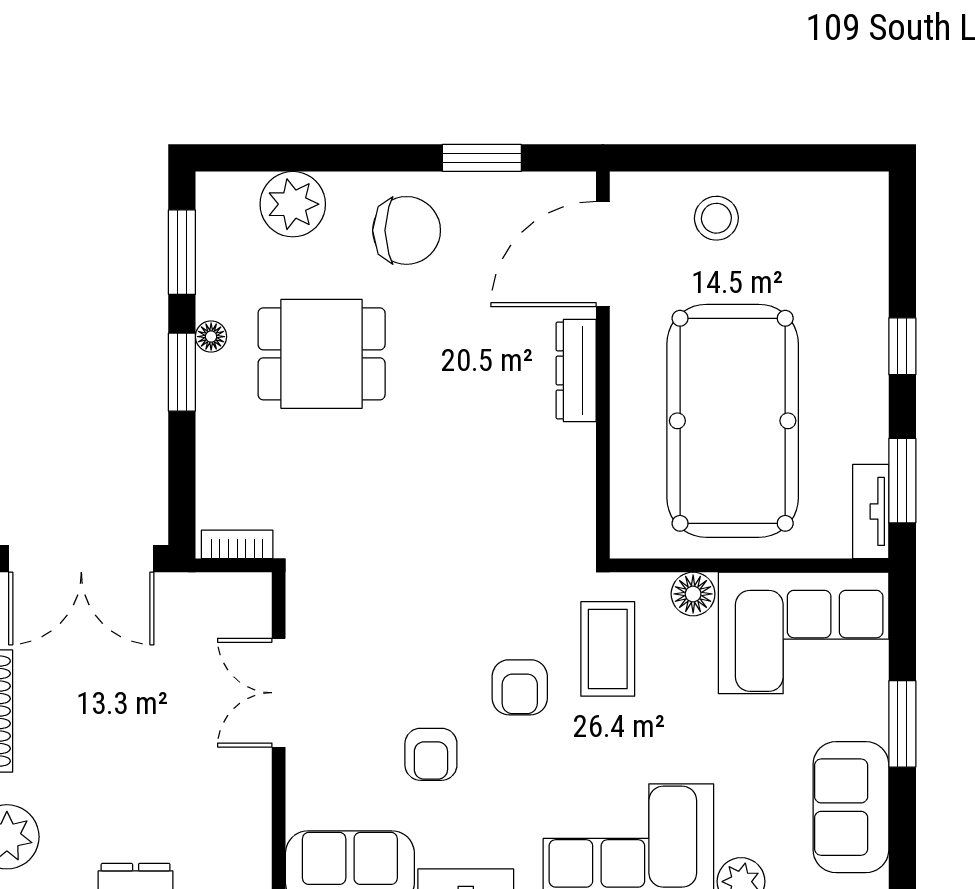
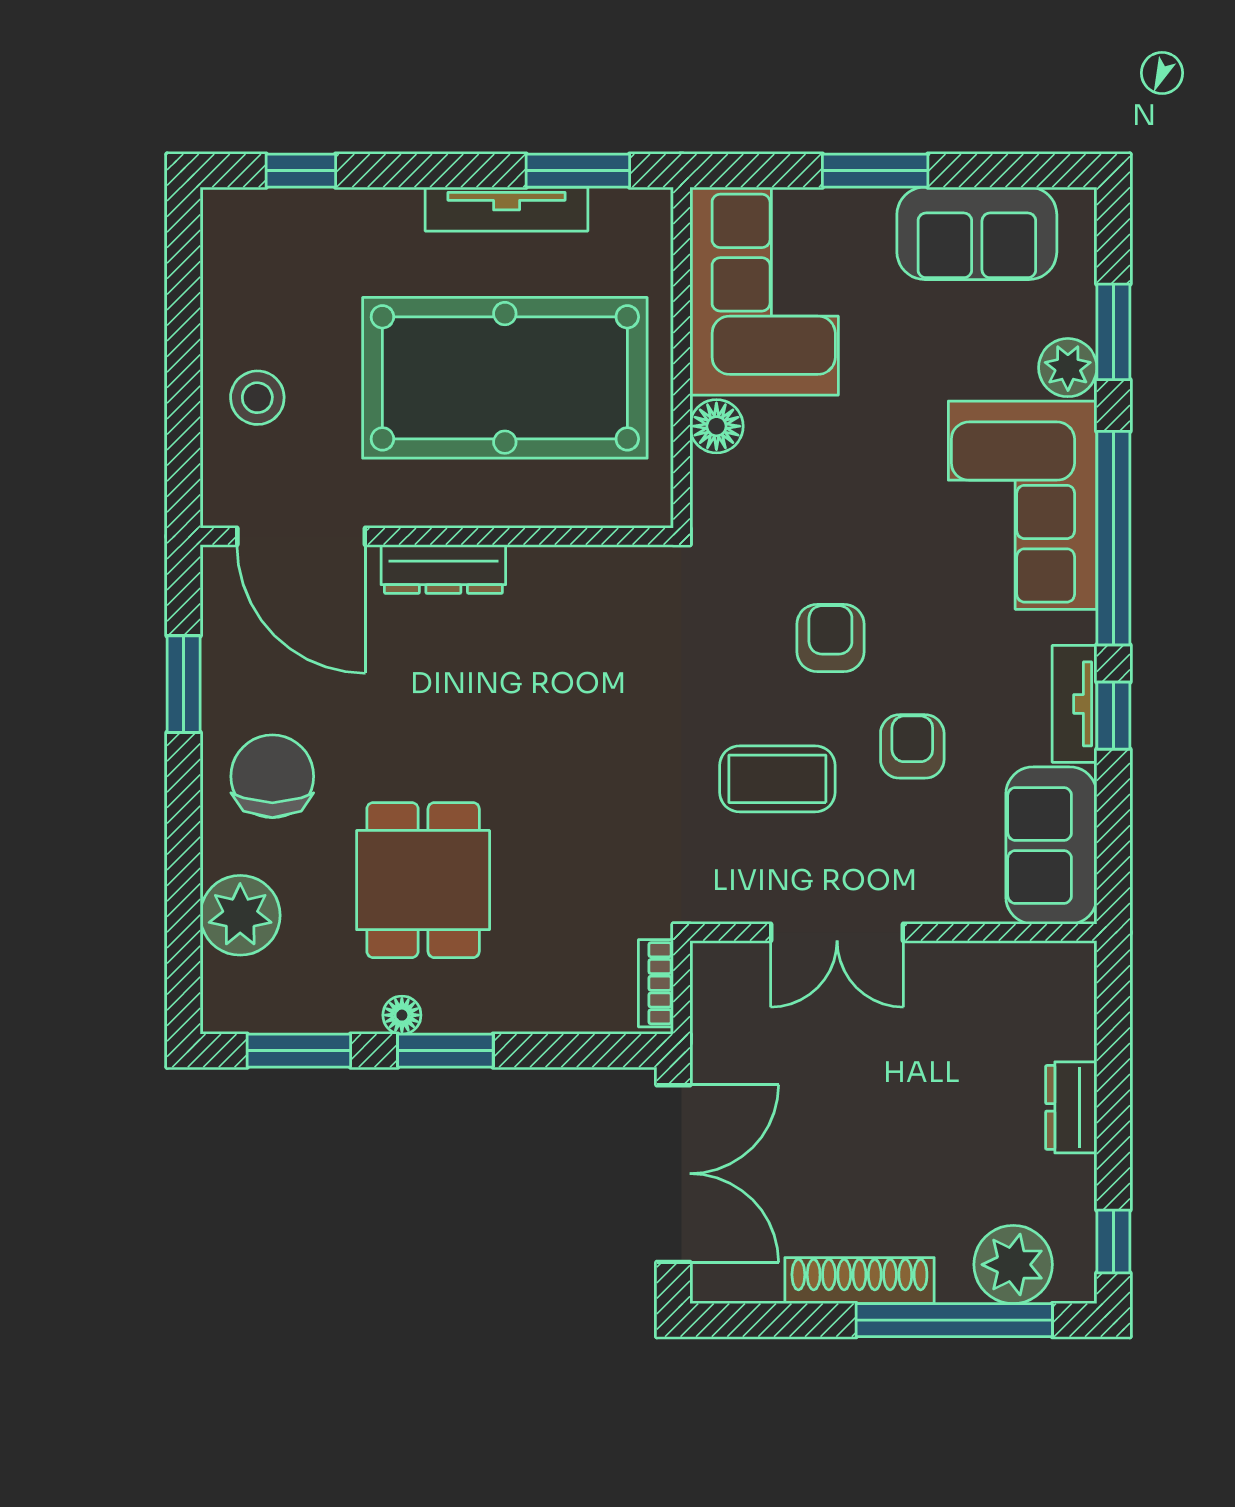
window: (902, 346) -> (301, 171), moved
tv unit: (871, 511) -> (507, 209), moved, width x1.41
coffee table: (608, 649) -> (777, 779), moved
armchair: (520, 687) -> (830, 638), turned -90
armchair: (431, 754) -> (912, 746), turned -90

